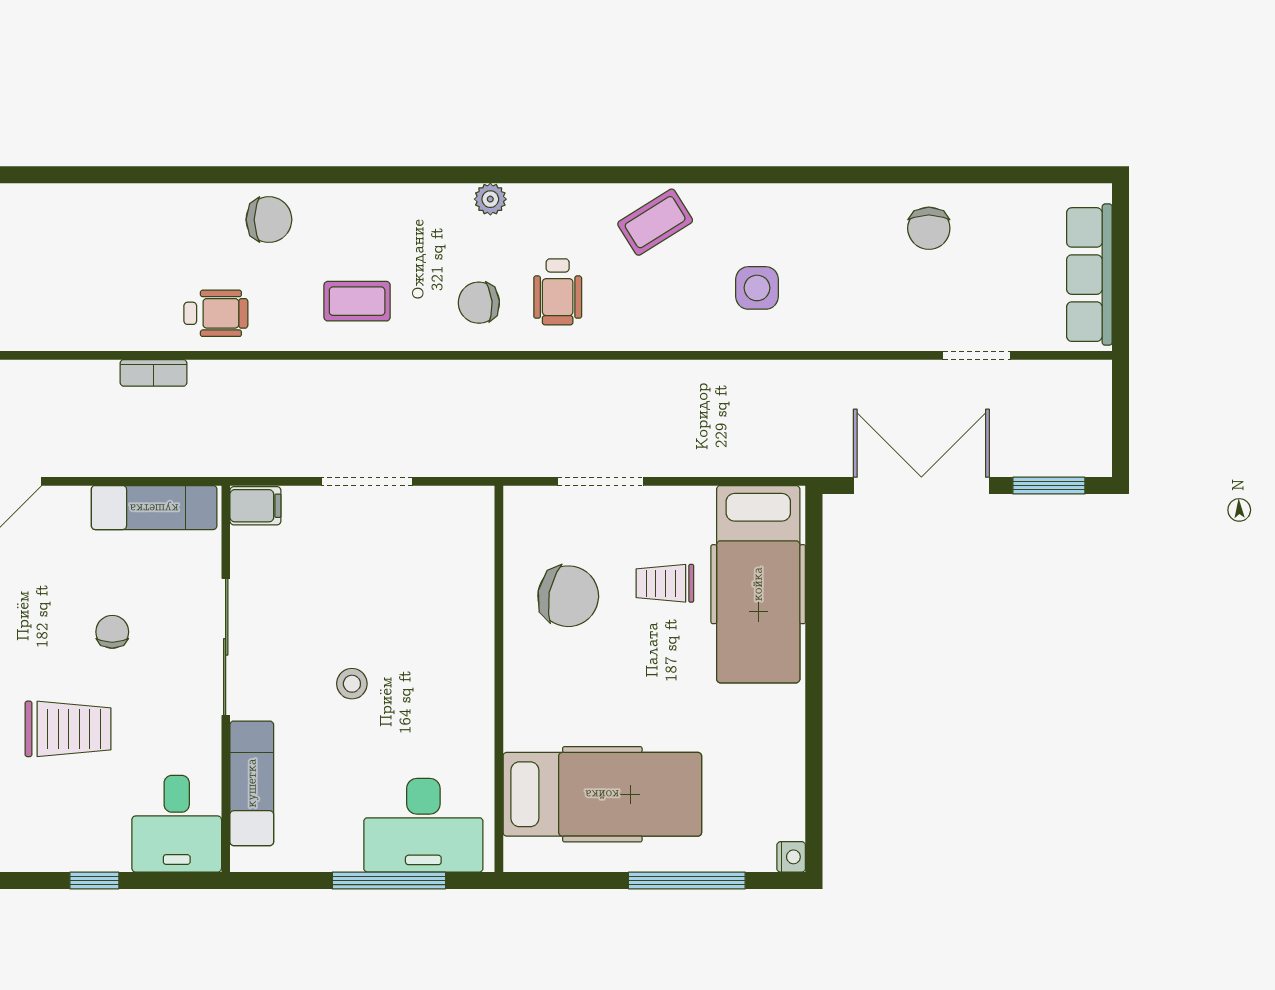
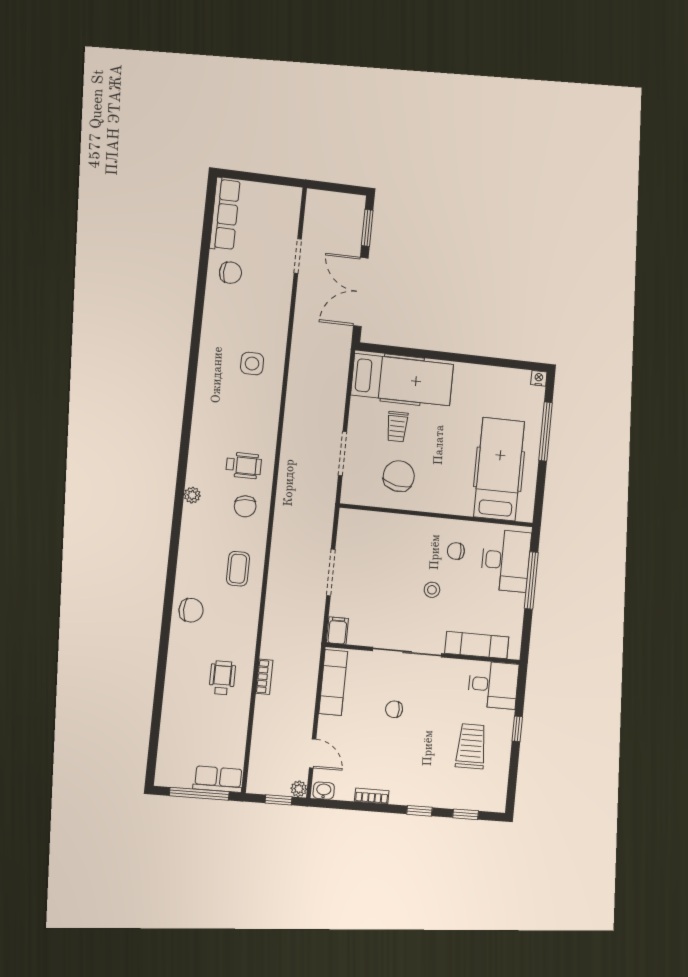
chair: (269, 220) -> (191, 610), turned 90
coffee table: (655, 222) -> (213, 412), removed
row of seats: (1089, 275) -> (225, 214), moved, turned -90
wheelchair: (216, 313) -> (222, 678), moved
chair: (432, 724) -> (456, 551), added
trolley: (68, 729) -> (471, 746), moved

